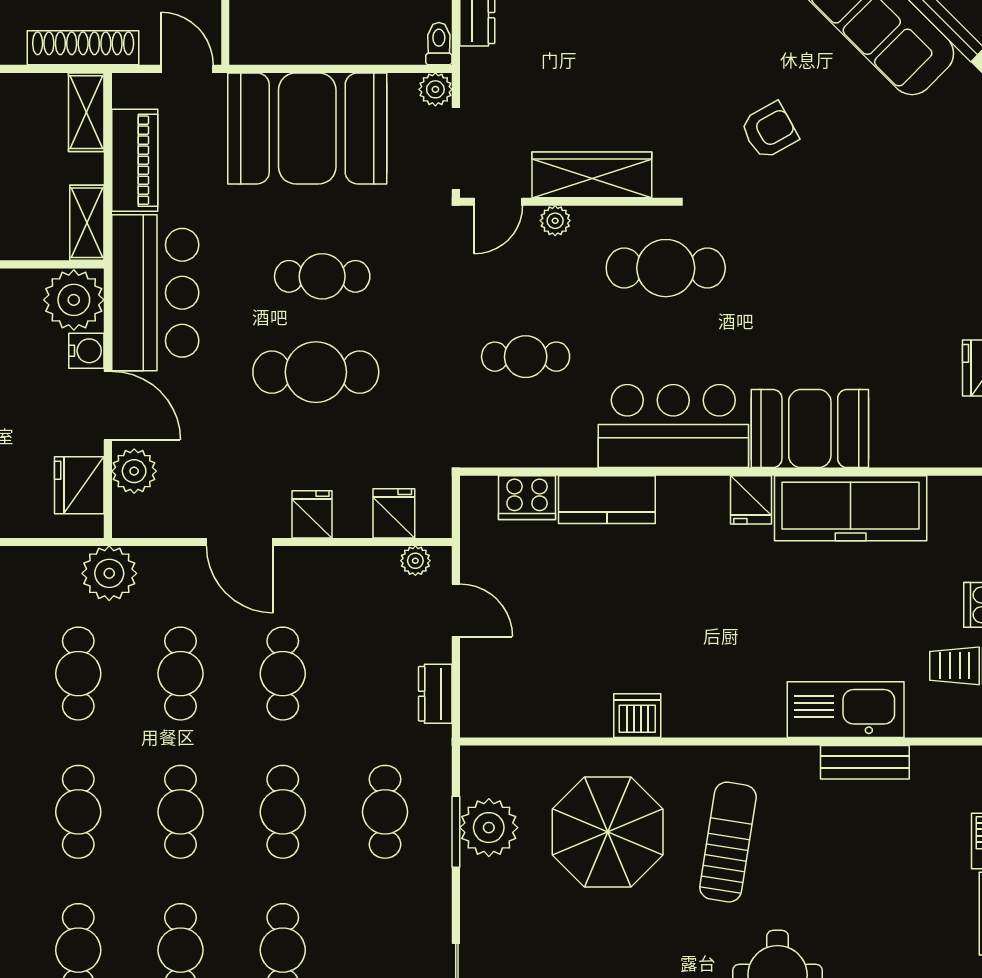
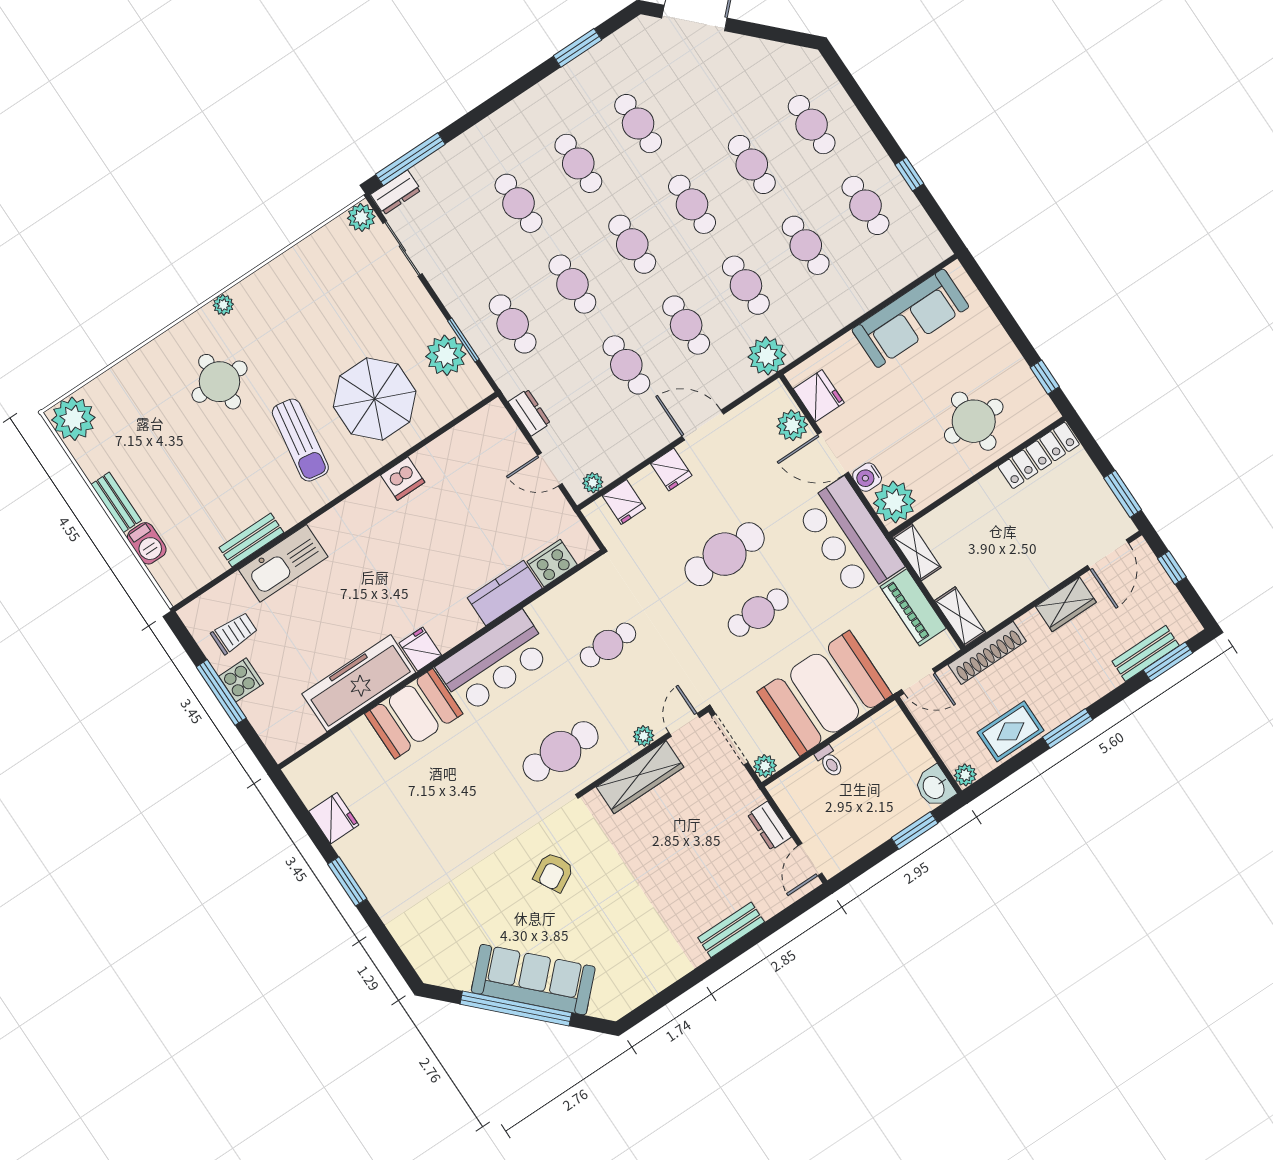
toilet: (439, 44) -> (830, 762), moved

